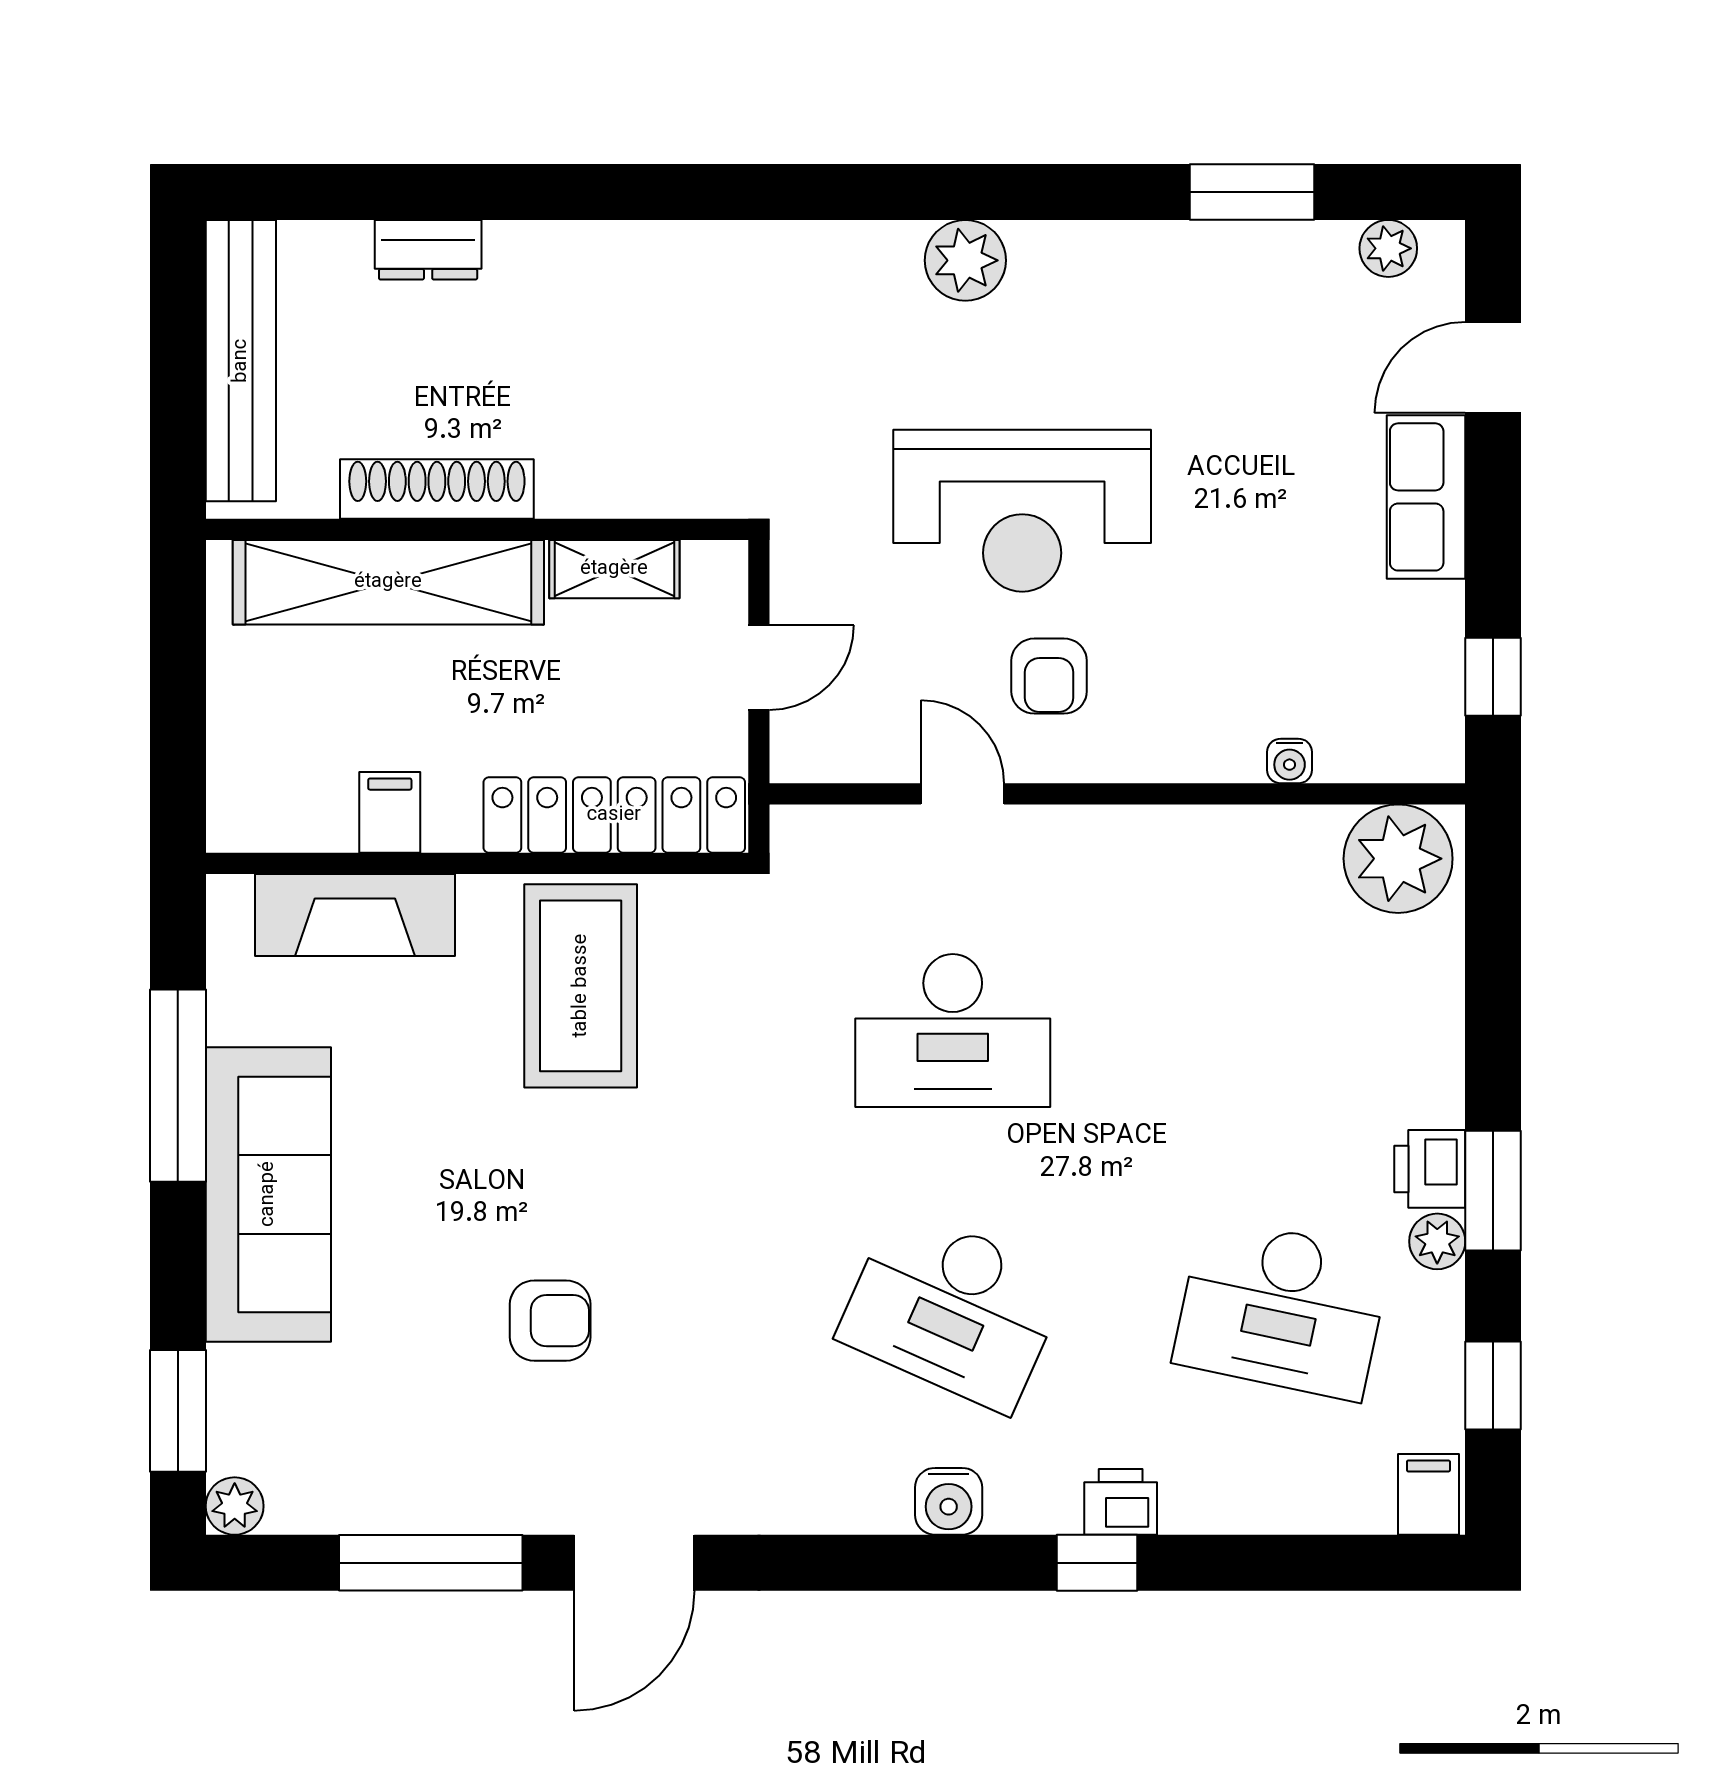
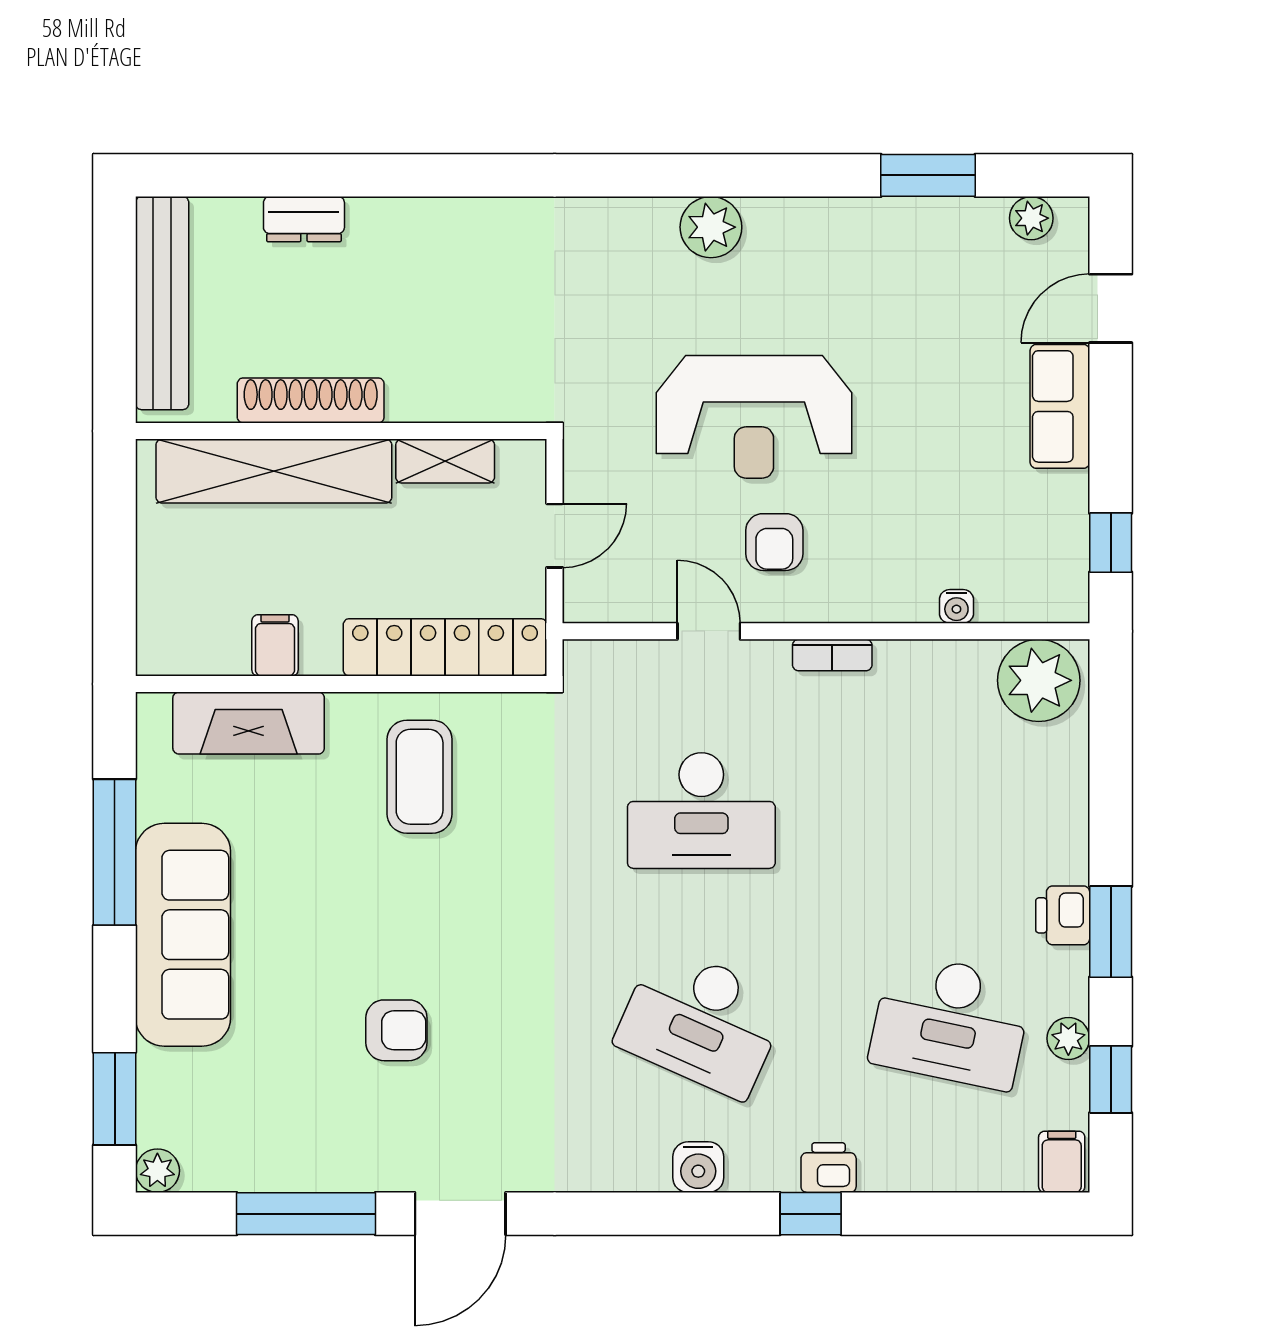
bookcase: (1126, 825) -> (832, 655), added
coffee table: (581, 986) -> (420, 777), width x0.73, depth x0.76
plant: (1437, 1241) -> (1068, 1038), moved

